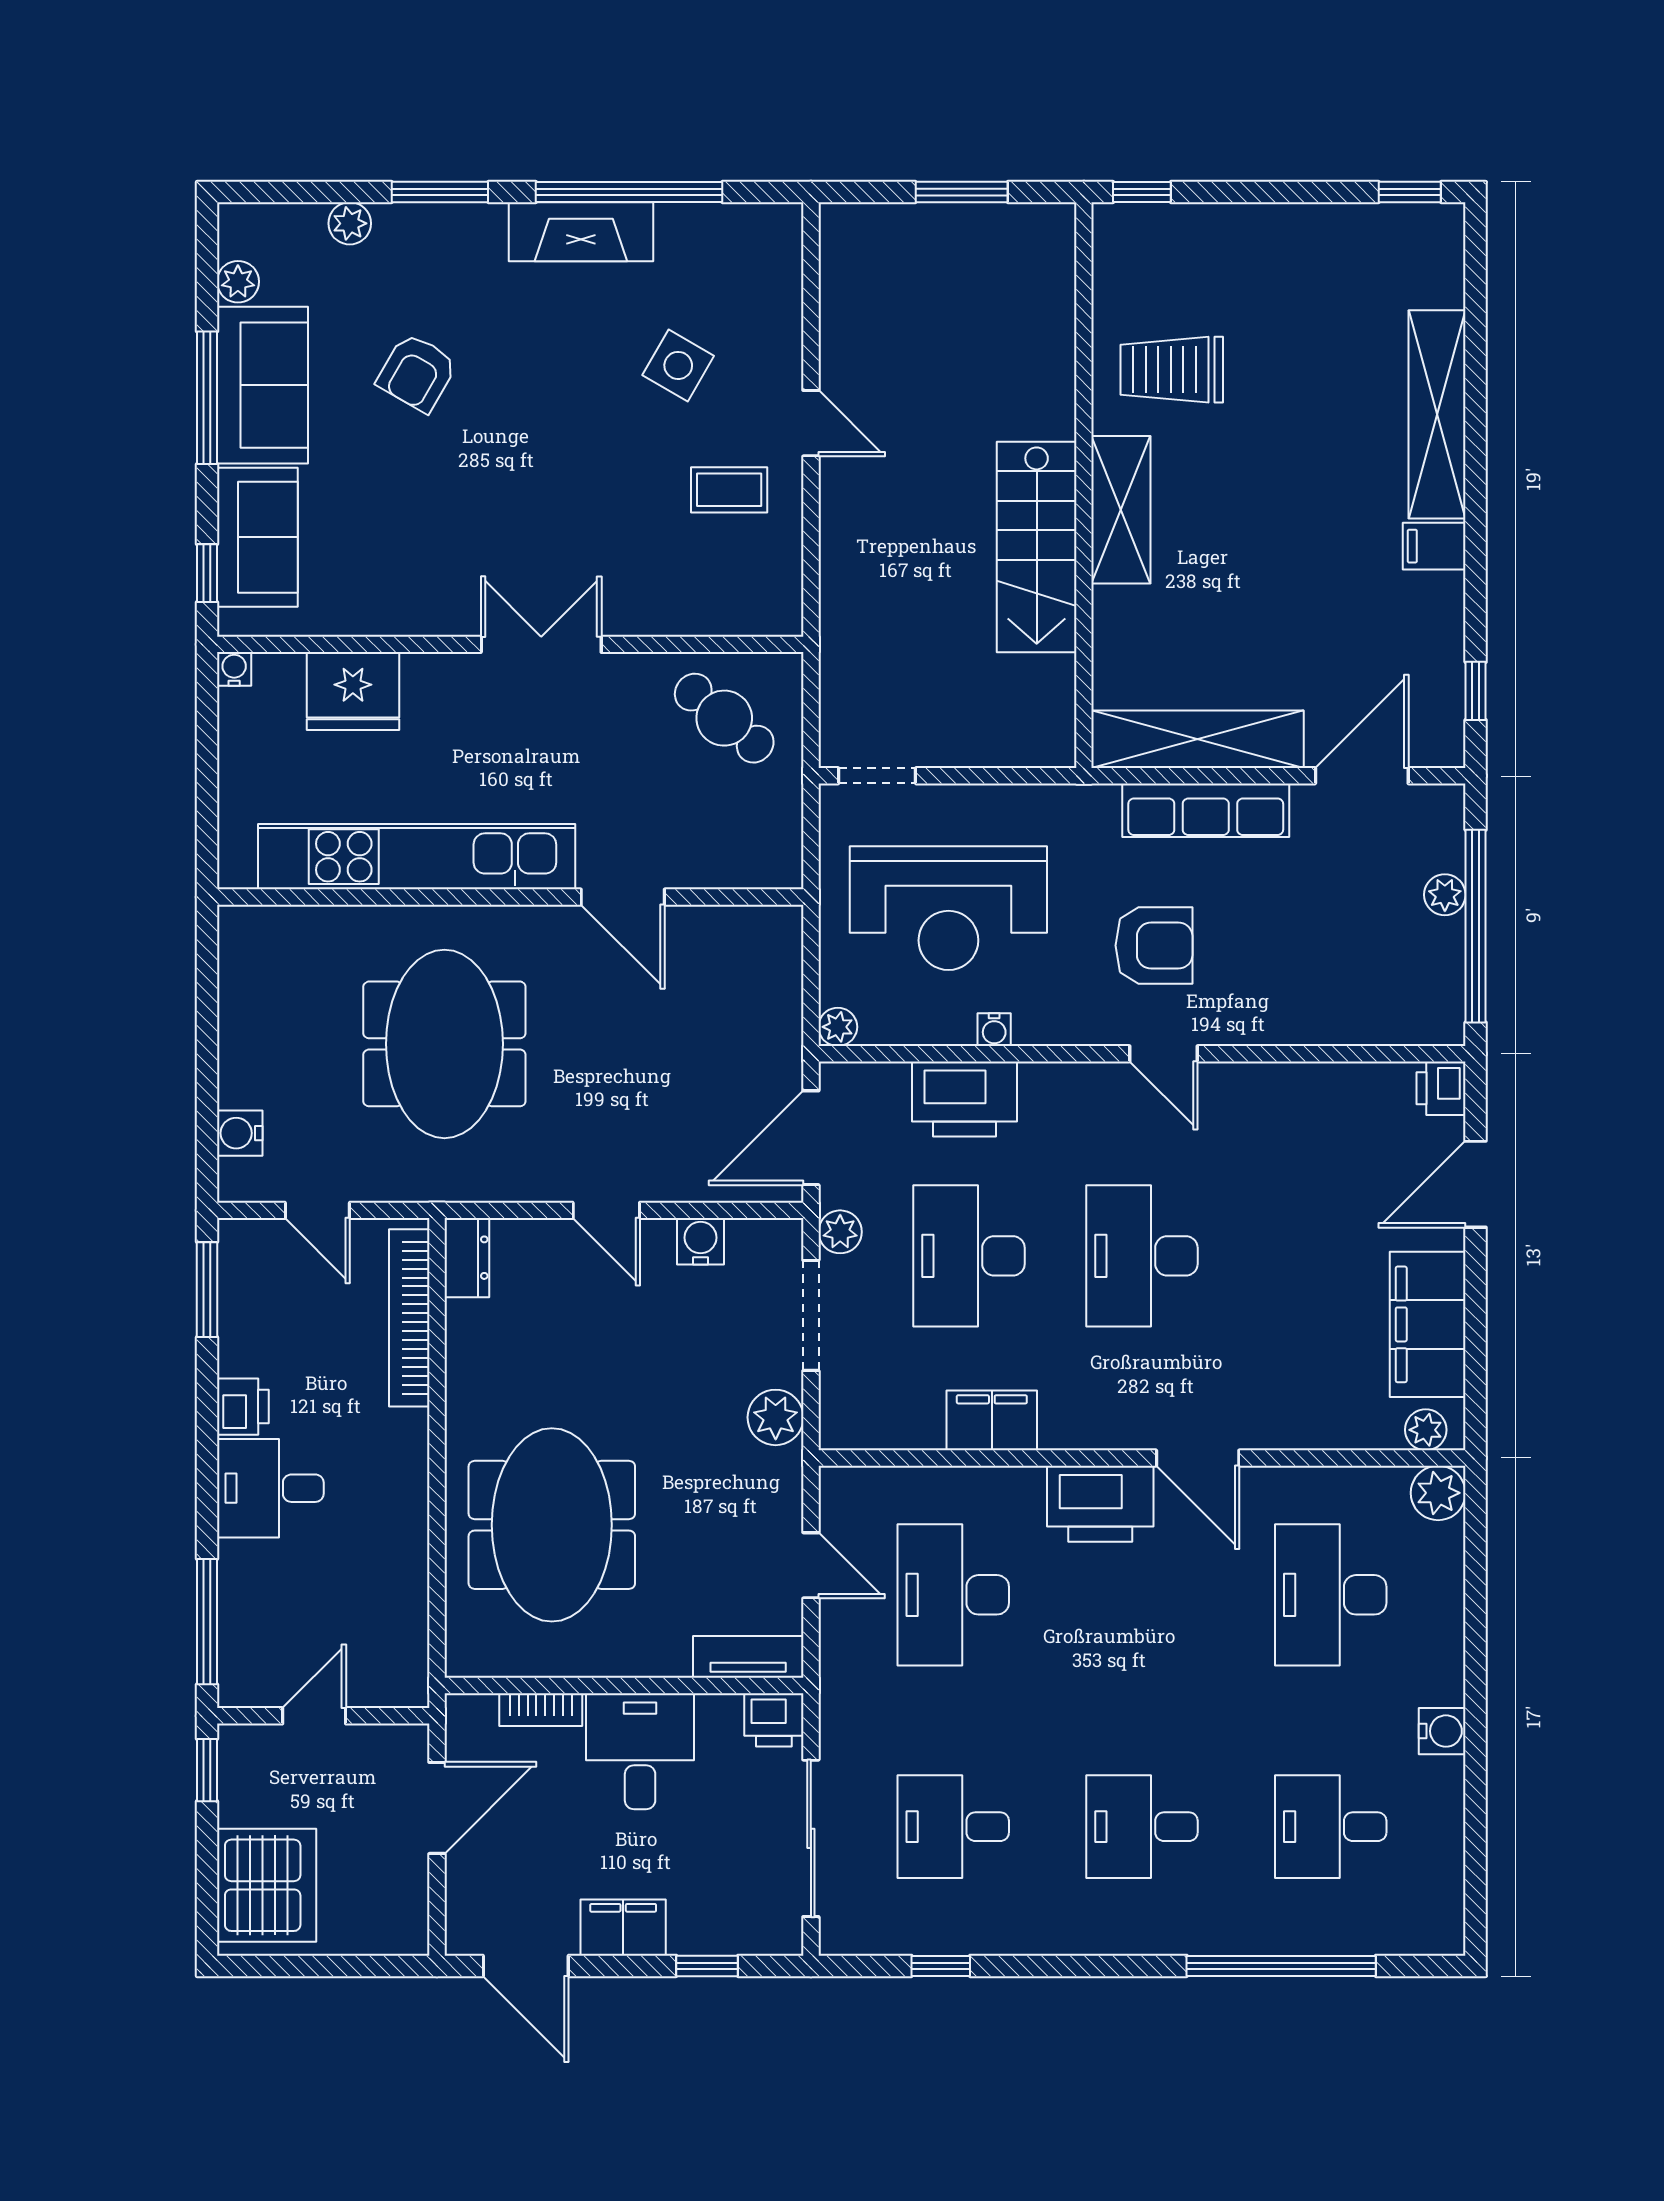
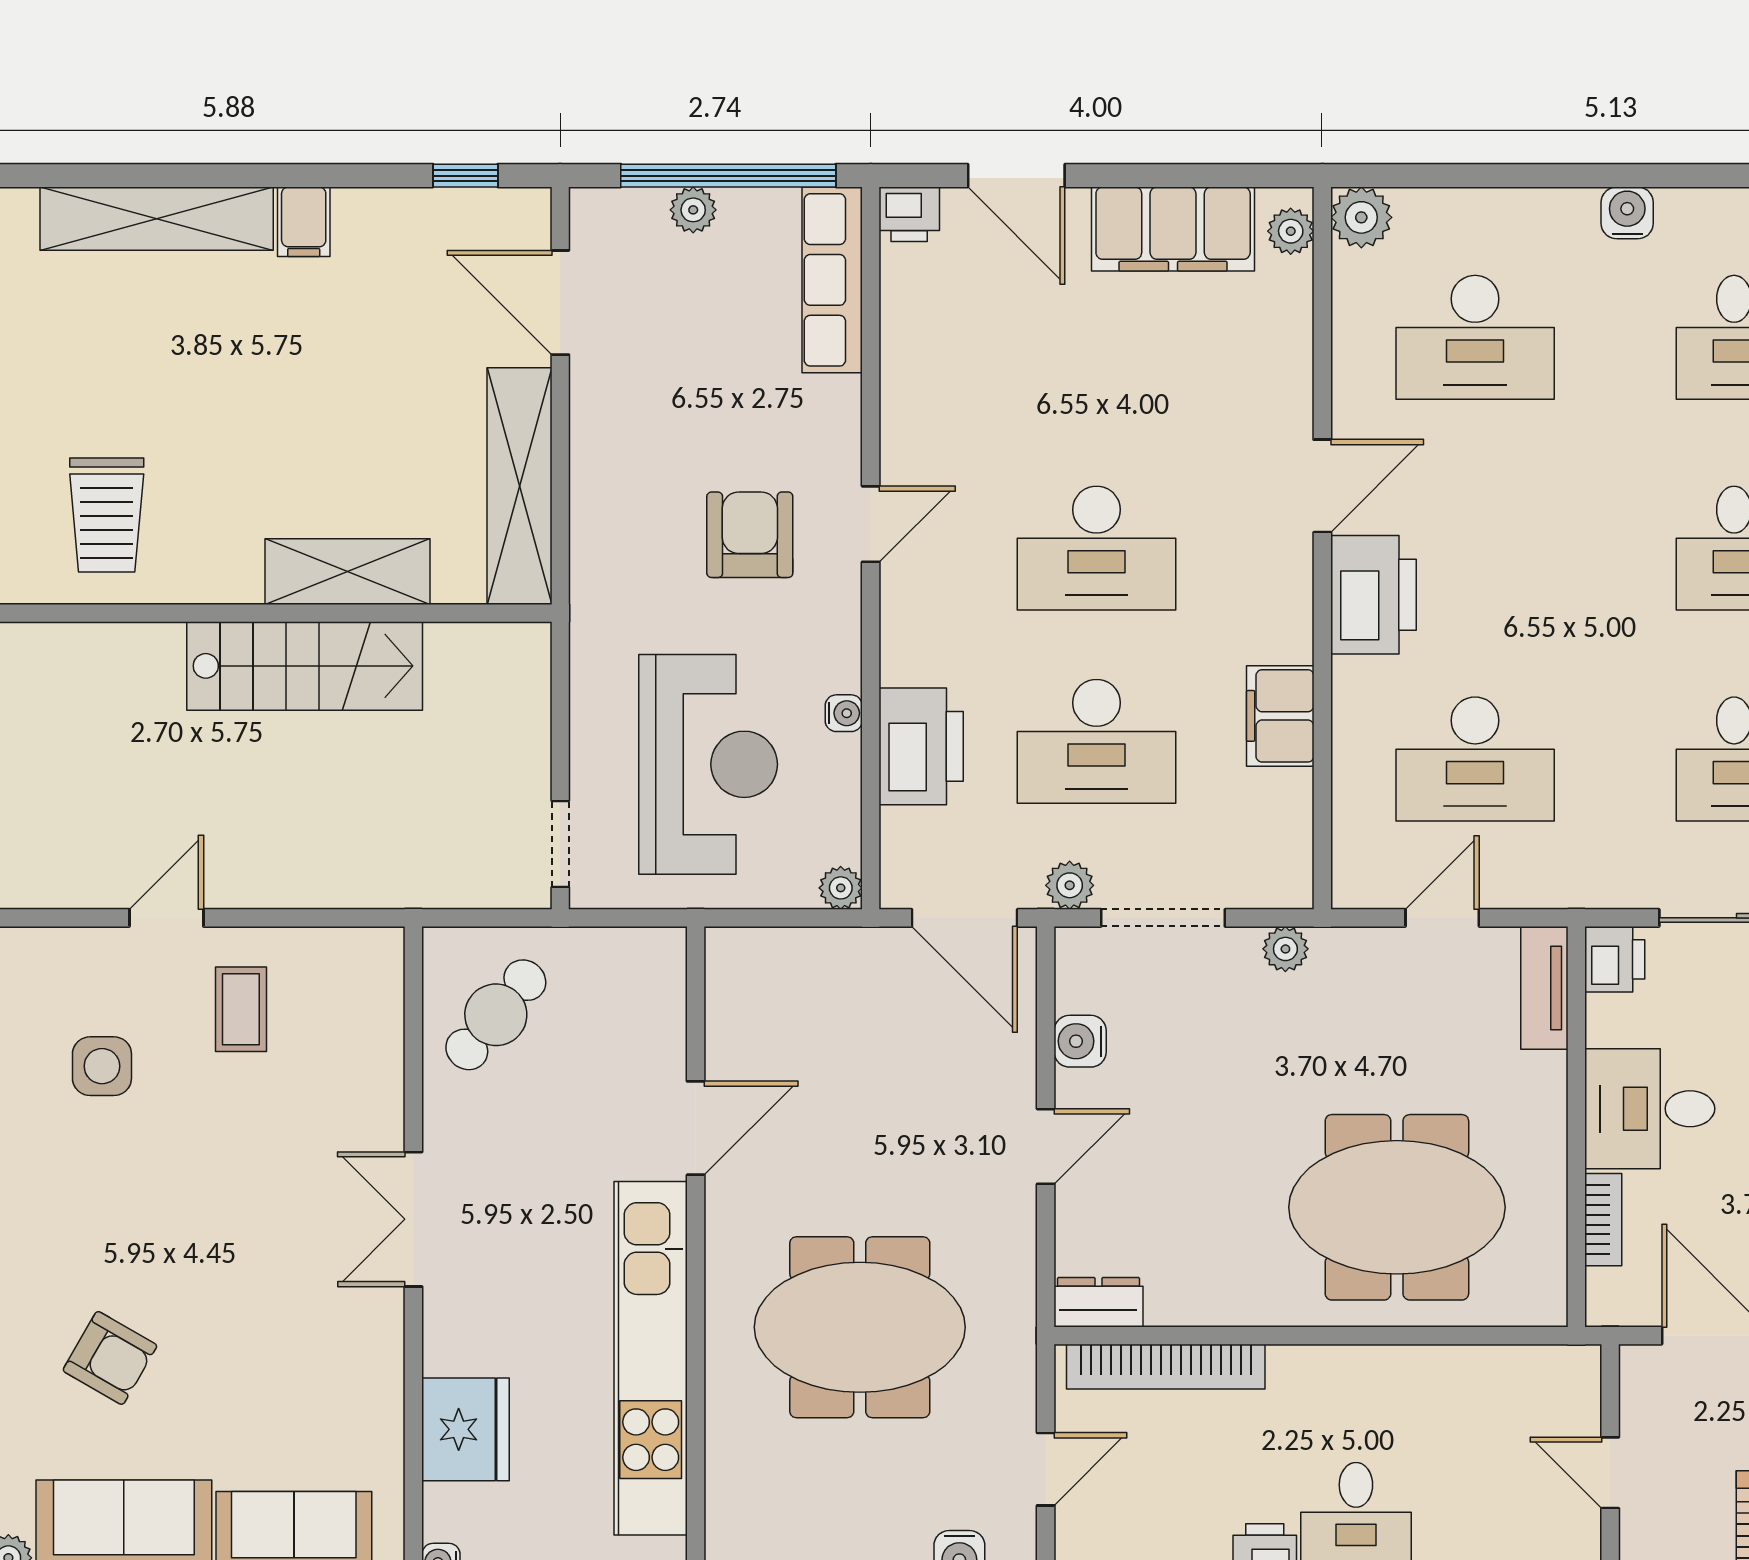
side table: (678, 365) -> (102, 1066), turned -30
shelving: (1121, 510) -> (348, 572), moved
row of seats: (1206, 810) -> (832, 280), moved, turned 180
plant: (776, 1417) -> (1285, 949), width x0.73, depth x0.73

